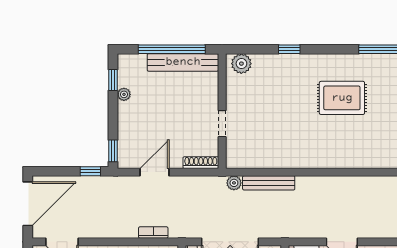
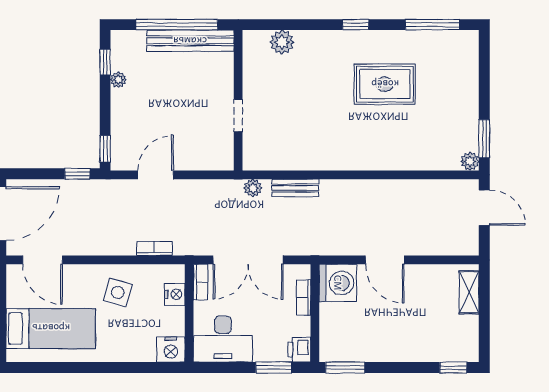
window: (289, 49) -> (356, 25), moved
plant: (241, 64) -> (282, 42), moved
shoe rack: (201, 163) -> (212, 163), removed
bench: (269, 183) -> (295, 188), width x0.73

